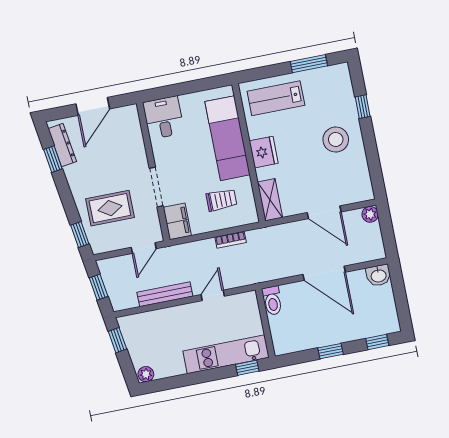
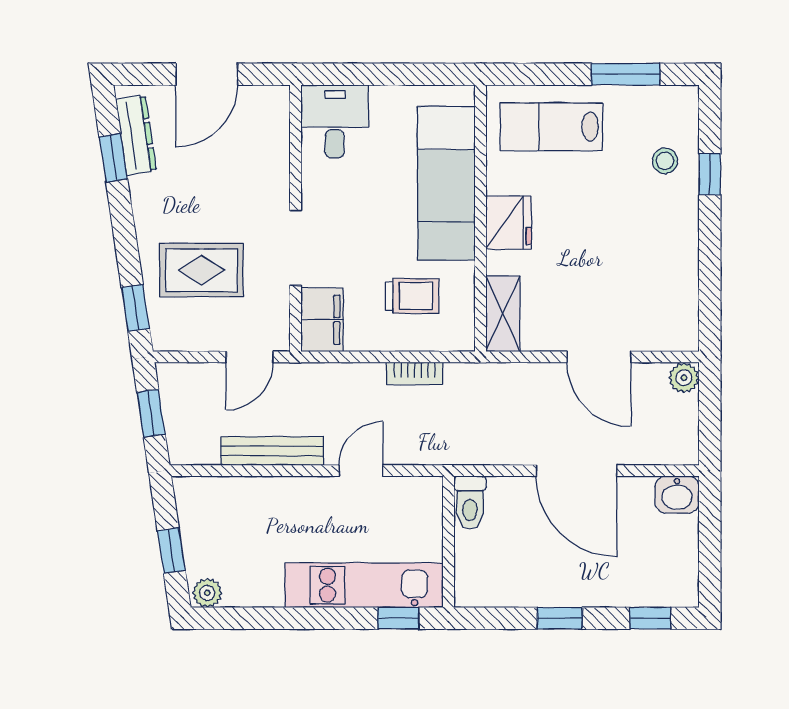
stool: (336, 140) -> (665, 161), moved, width x0.53, depth x0.53
window: (117, 340) -> (171, 551), moved

